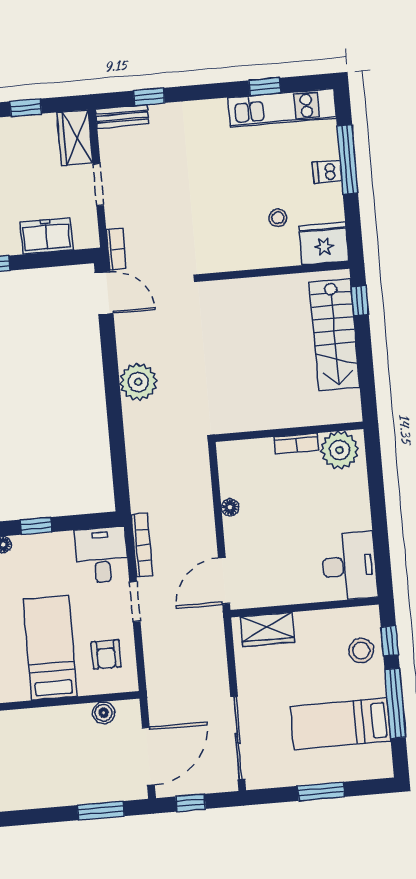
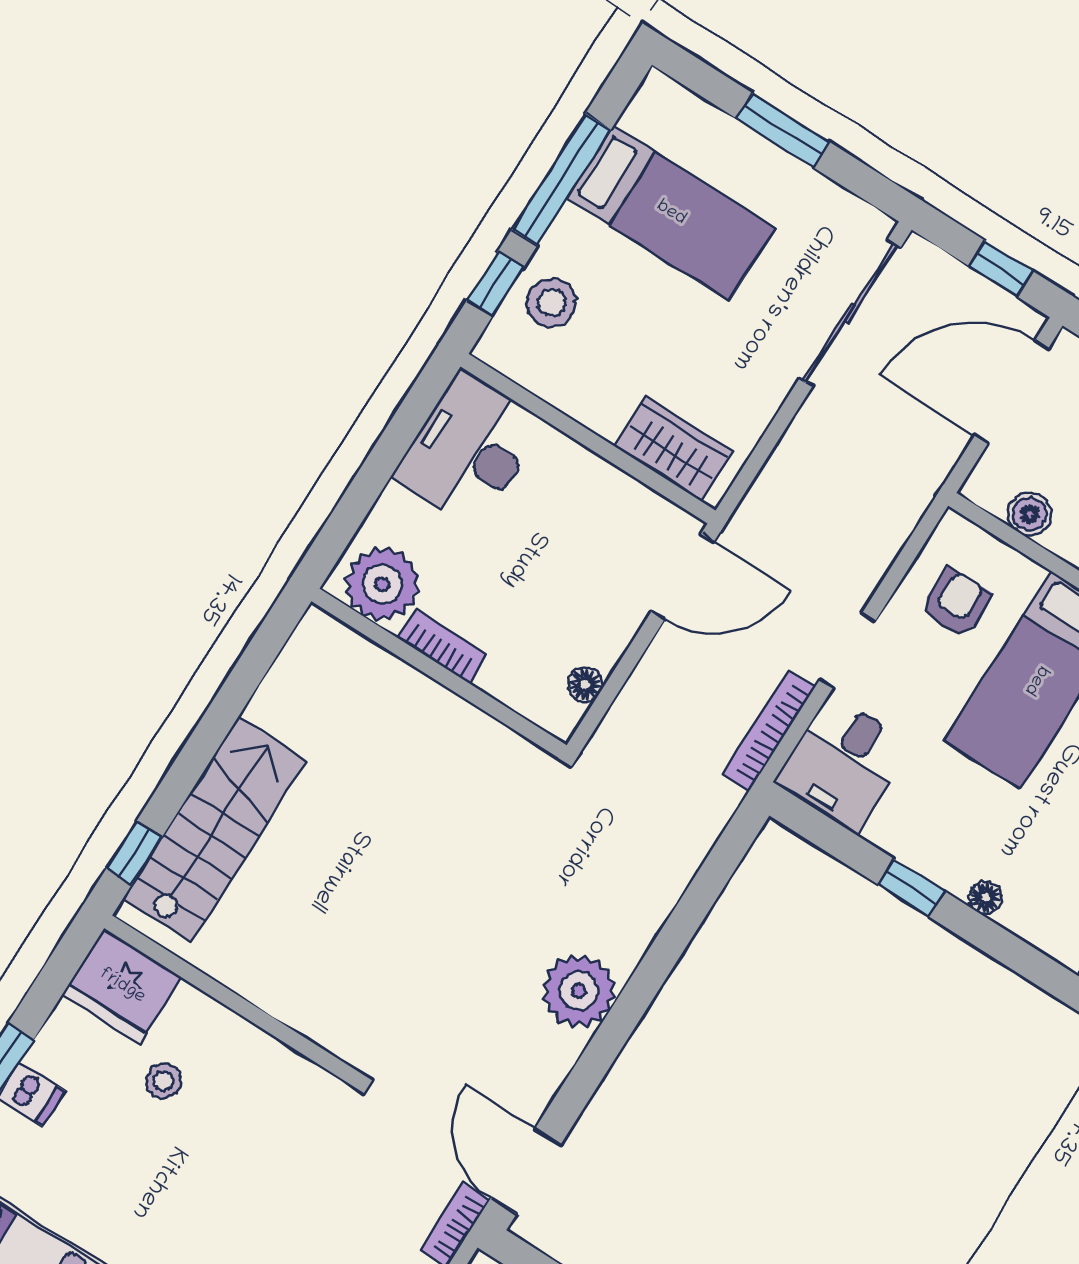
wall: (289, 432) -> (439, 673), moved
bookcase: (296, 444) -> (442, 646), moved
plant: (340, 450) -> (382, 584), moved

